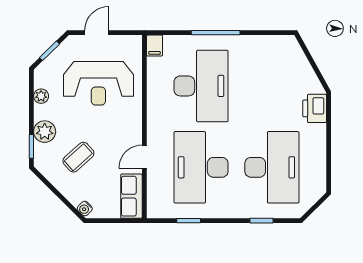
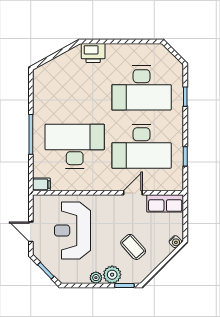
reception desk: (98, 83) -> (73, 230), turned 180
plant: (41, 96) -> (96, 278), moved
door: (144, 157) -> (133, 193), swing flipped
desk: (272, 167) -> (142, 88), turned 180

